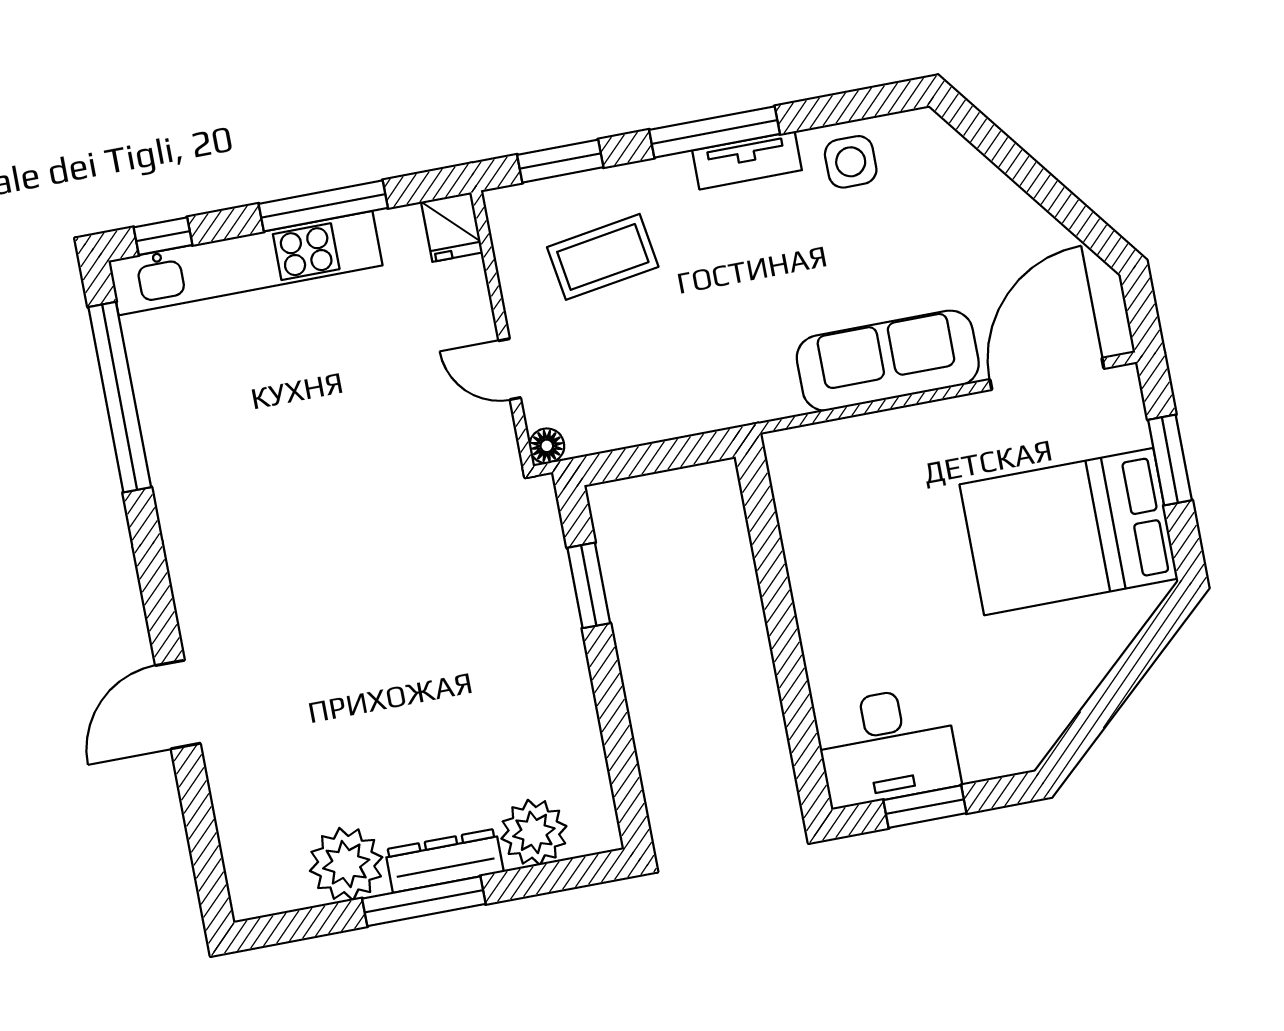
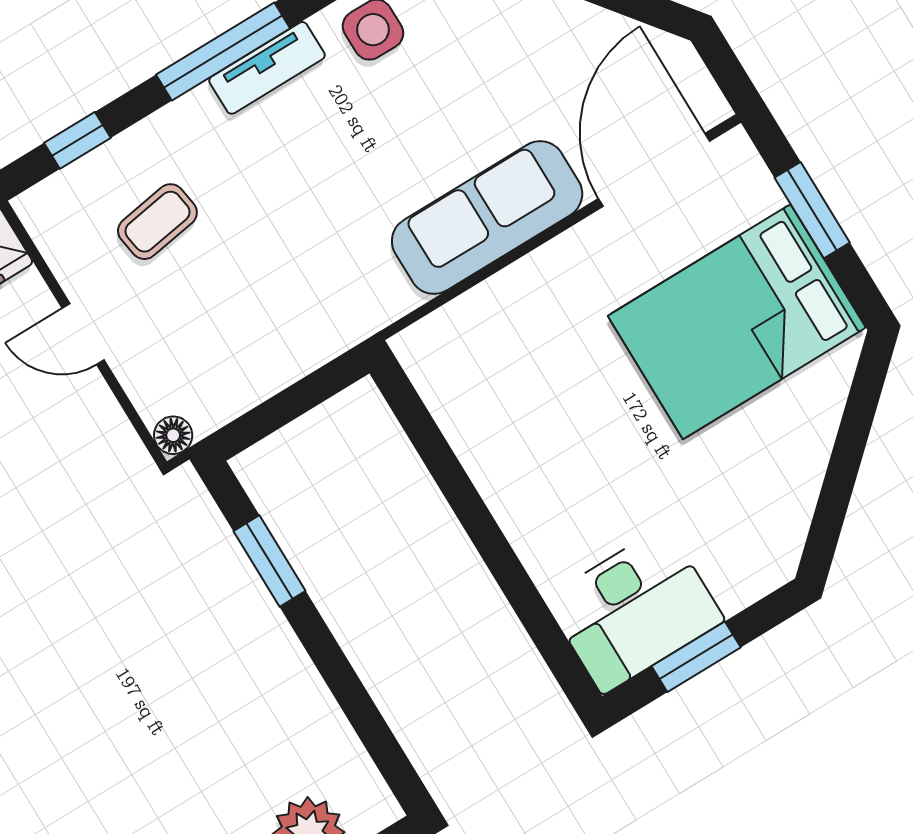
window: (560, 161) -> (77, 140), width x0.67
coffee table: (603, 257) -> (157, 222), width x0.73, depth x0.77
door: (510, 369) -> (83, 334), moved

